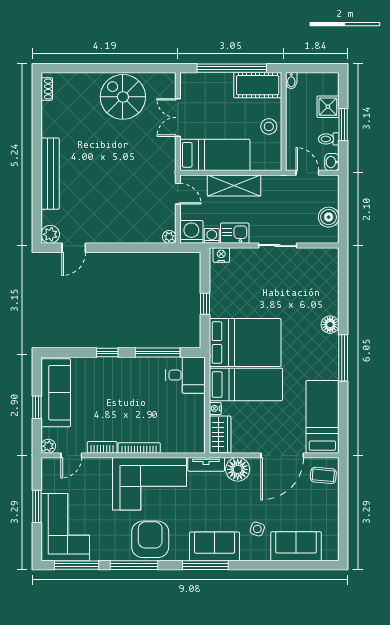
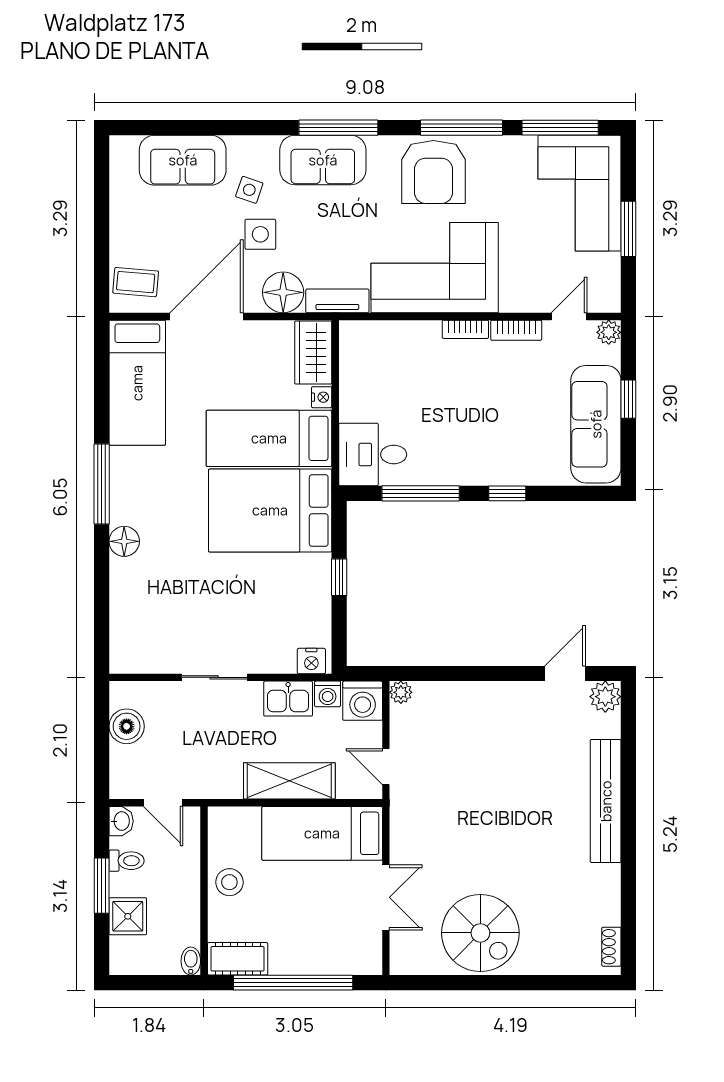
cot: (258, 85) -> (238, 959), width x0.73, depth x0.75
bookcase: (139, 448) -> (465, 329), width x0.64
side table: (251, 503) -> (260, 234), added

